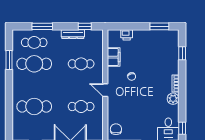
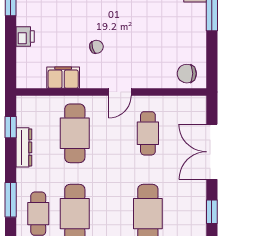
printer: (127, 35) -> (25, 36), moved
cafe table: (81, 64) -> (75, 133), width x1.37, depth x1.35

